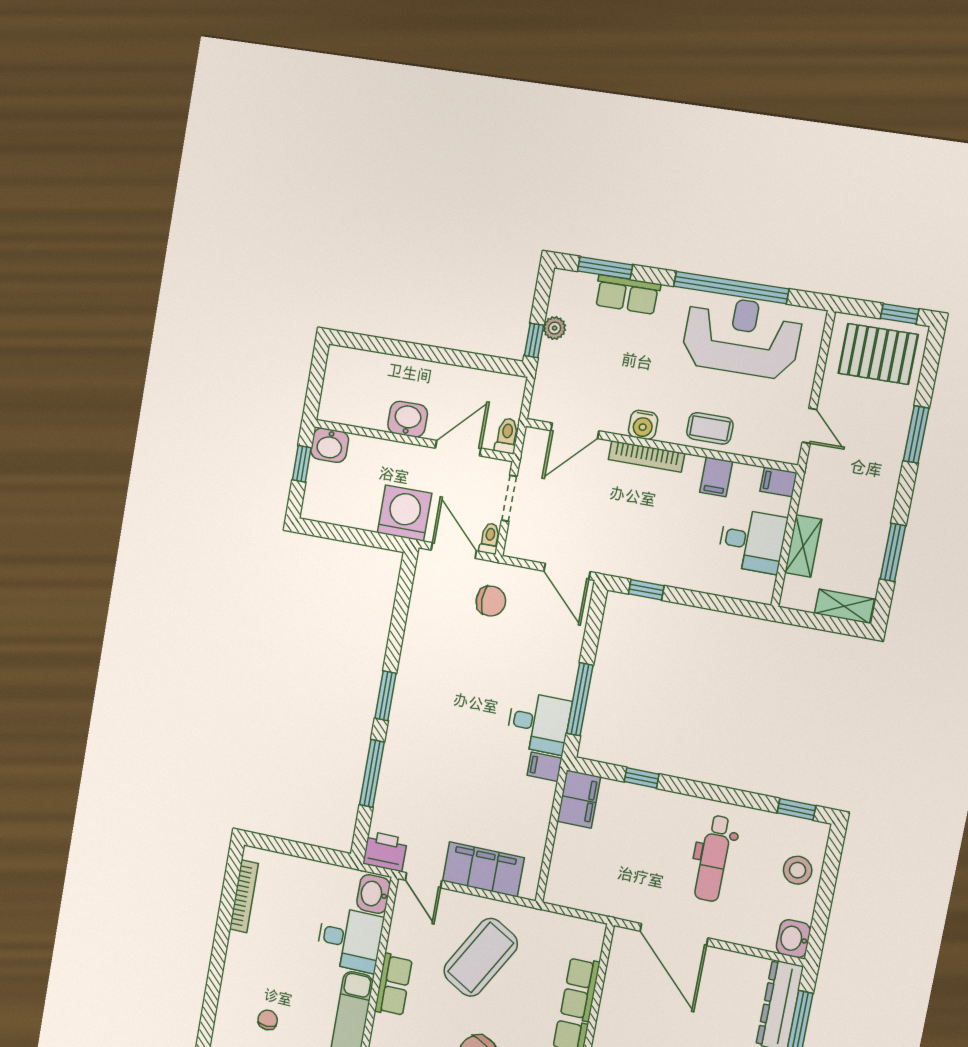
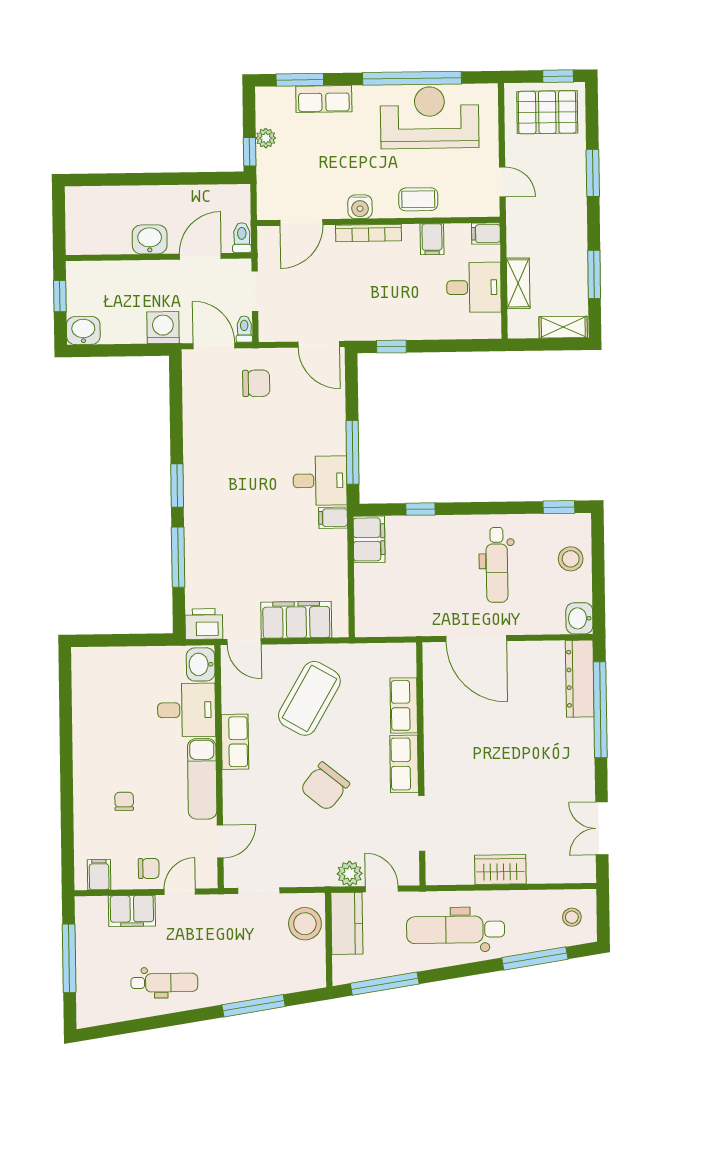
washbasin: (330, 445) -> (83, 330), moved, turned 180
washing machine: (404, 513) -> (163, 328), width x0.73, depth x0.73
bookcase: (244, 896) -> (80, 694), removed

